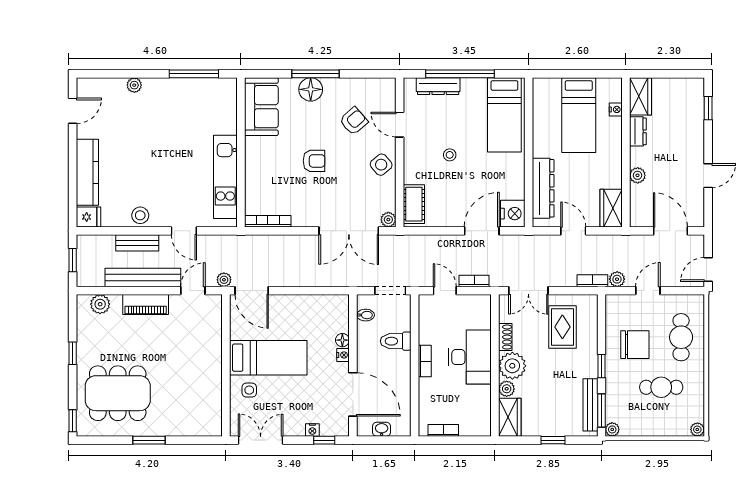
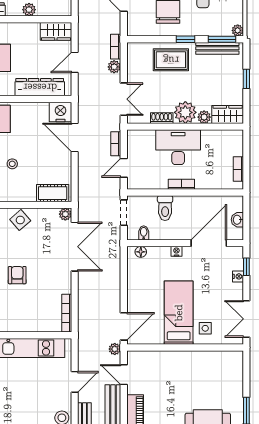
plant: (617, 279) -> (114, 67), moved
rug: (562, 327) -> (171, 60), moved
floor lamp: (342, 340) -> (141, 252), moved

